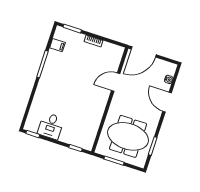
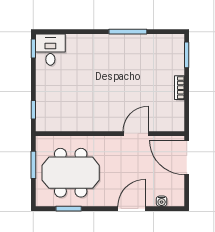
filing cabinet: (57, 45) -> (159, 43), removed
door: (116, 82) -> (136, 134), hinge flipped
desk: (51, 126) -> (50, 50), moved, turned 90
meeting table: (128, 136) -> (71, 173), turned 90

